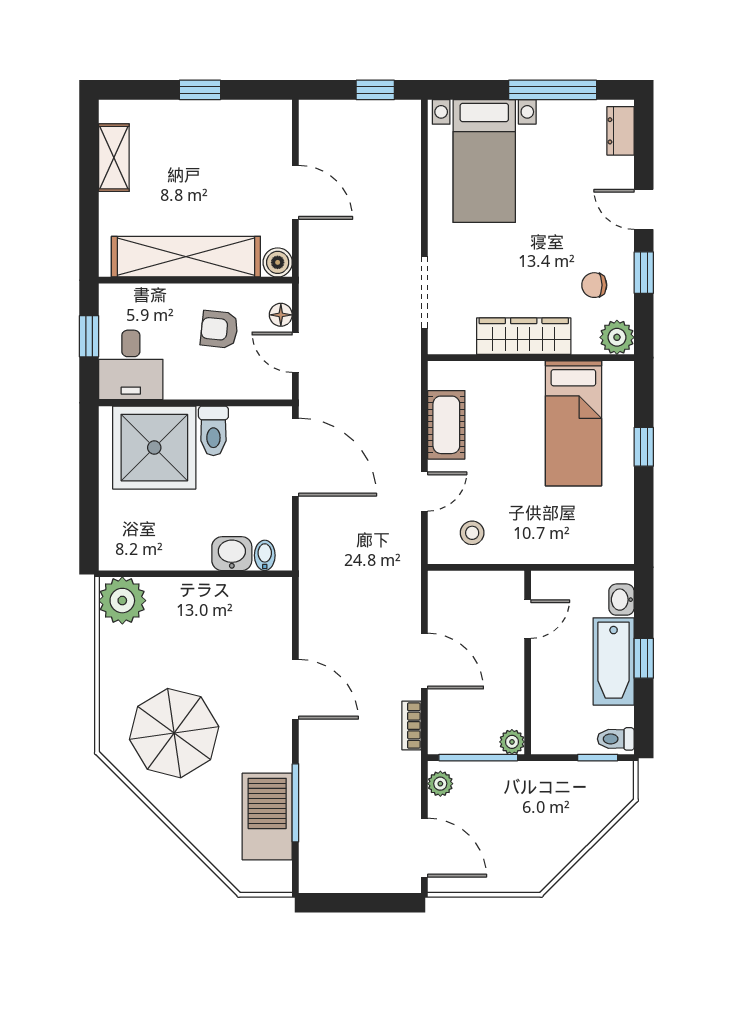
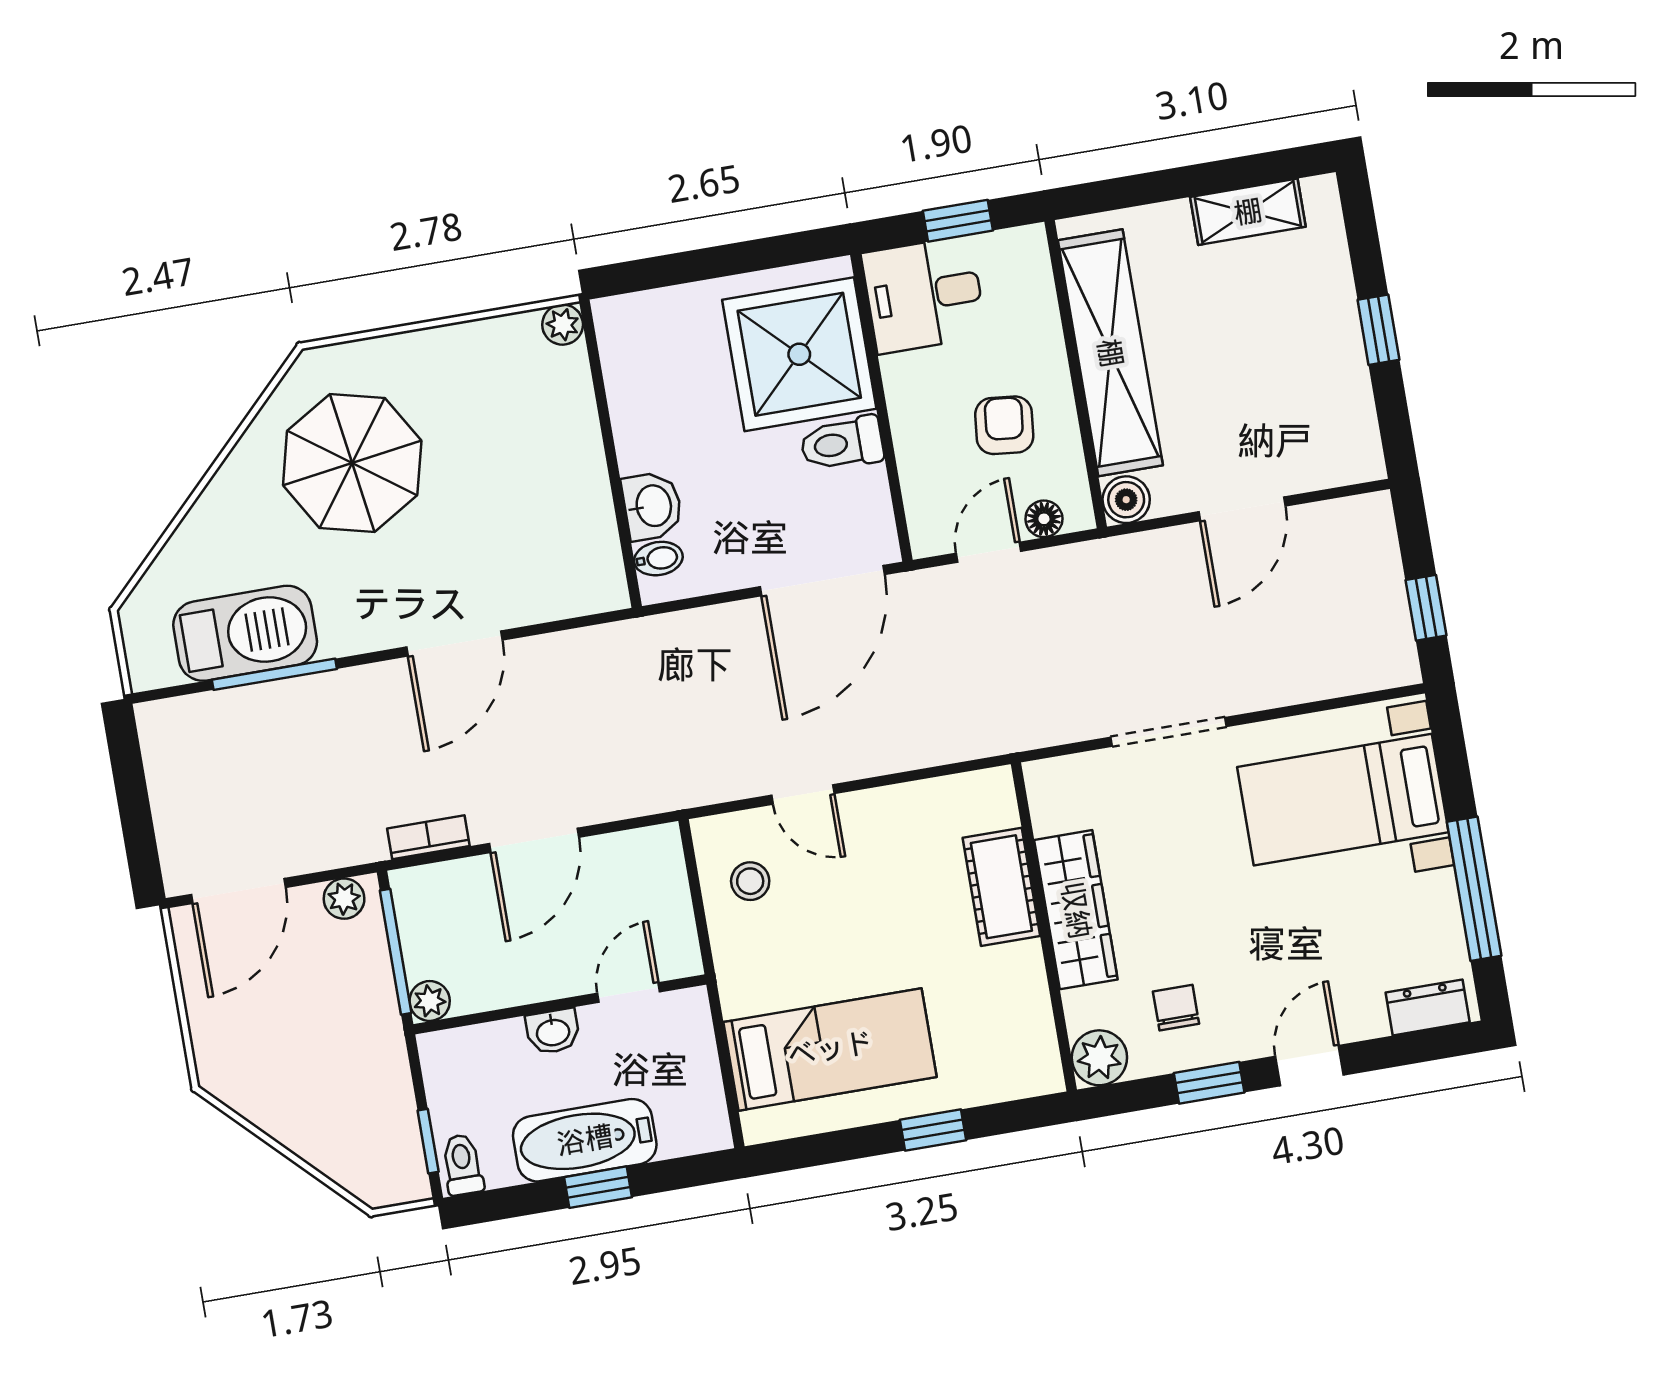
doorway: (424, 293) -> (1169, 732), moved
bed: (573, 423) -> (830, 1049), moved, turned 180
cot: (446, 425) -> (1001, 887), moved, turned 90
washbasin: (621, 600) -> (553, 1031), moved, turned 180
plant: (122, 601) -> (563, 325), width x0.53, depth x0.53
door: (528, 619) -> (629, 993), swing flipped

